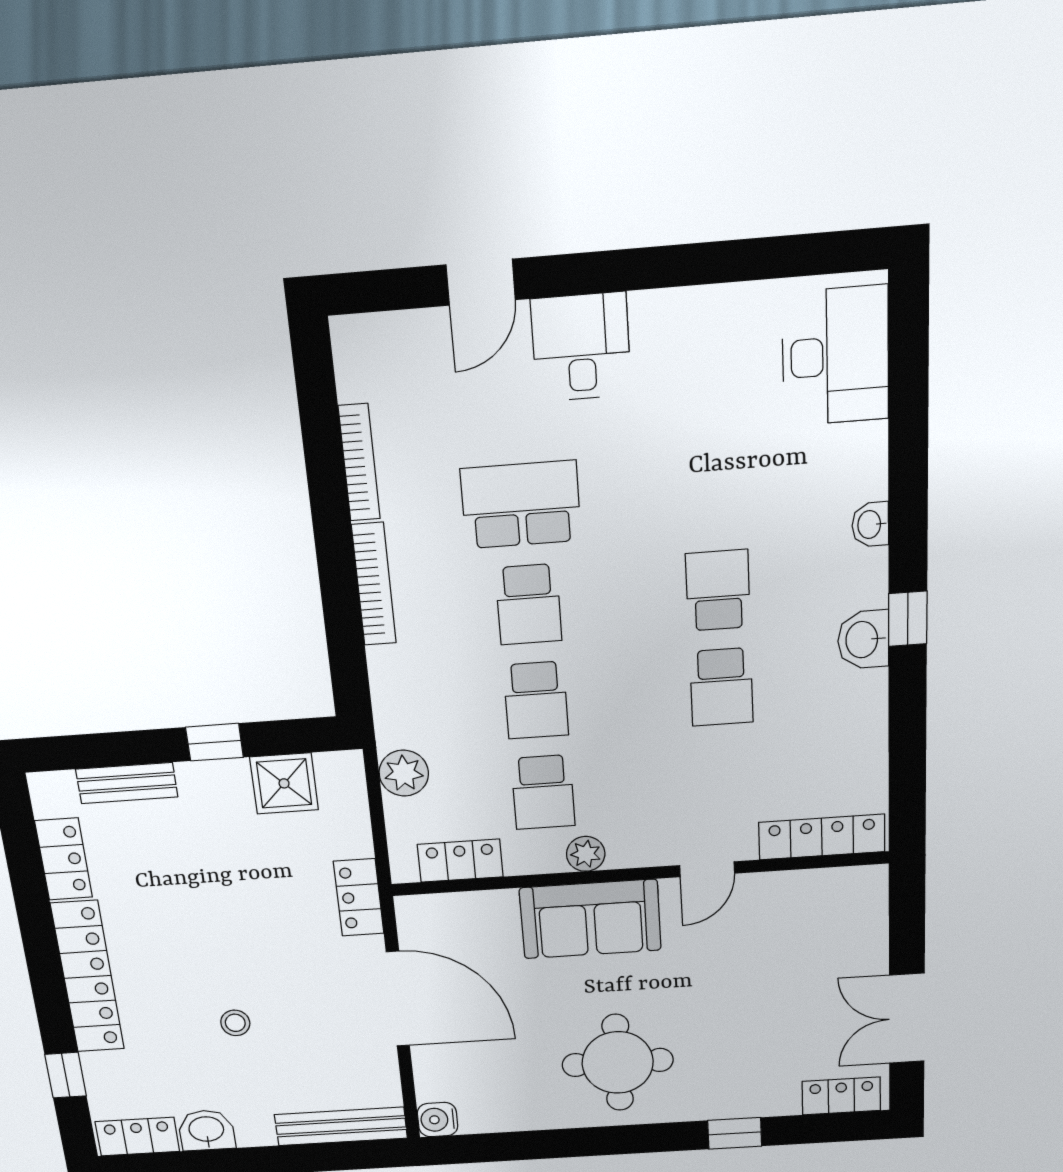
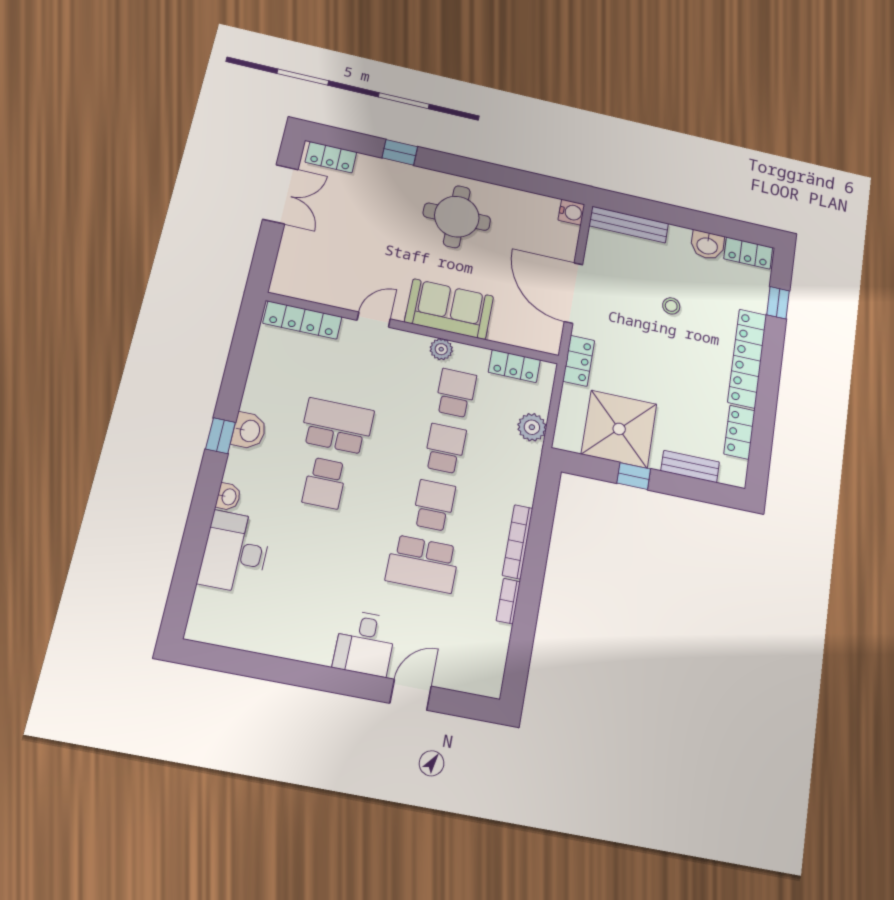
desk: (835, 356) -> (235, 552), moved
bookcase: (359, 463) -> (508, 601), width x0.64
school desk: (721, 687) -> (337, 426), width x1.85
shower: (284, 783) -> (619, 429), width x1.86, depth x1.86

